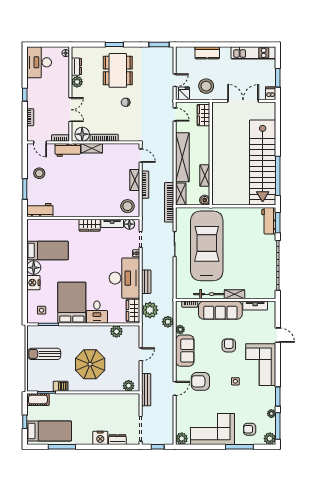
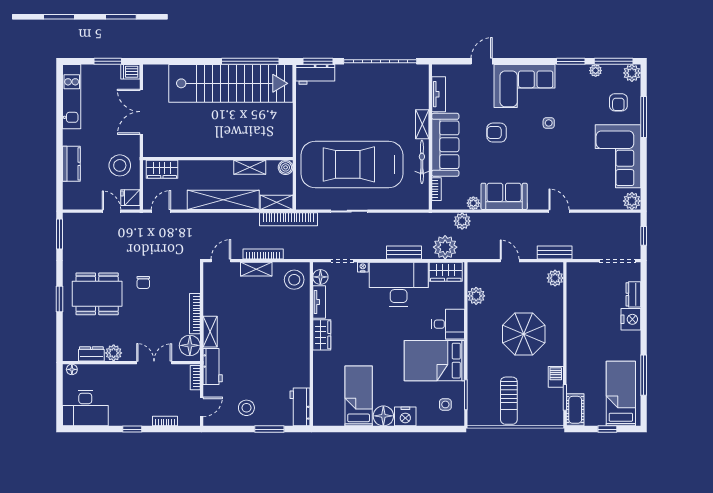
armchair: (200, 381) -> (549, 174), removed
bench: (146, 390) -> (555, 253), width x0.73

